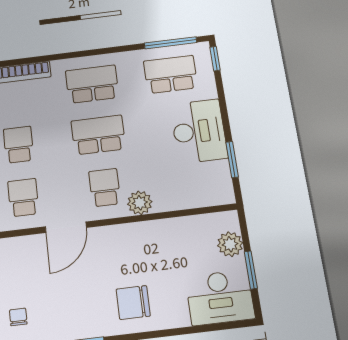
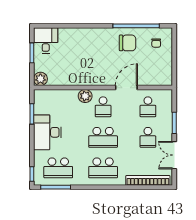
plant: (230, 244) -> (40, 79), moved
desk: (220, 297) -> (46, 41), width x0.73
chair: (133, 302) -> (128, 43), moved

